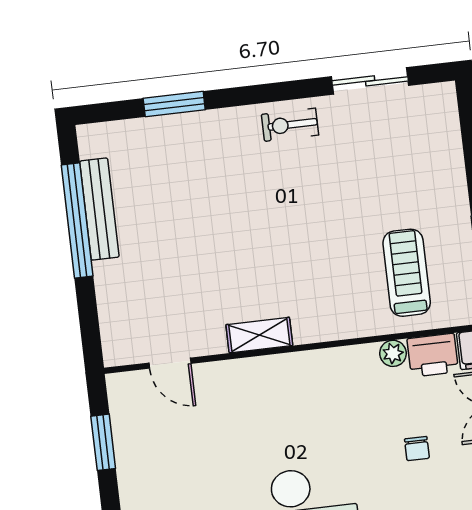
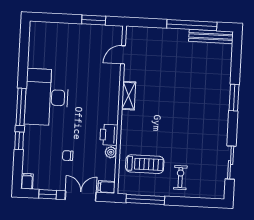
window: (174, 104) -> (234, 98), moved
exercise bike: (290, 125) -> (180, 178), moved
bench: (99, 209) -> (211, 36), moved
printer: (433, 355) -> (109, 135), moved

